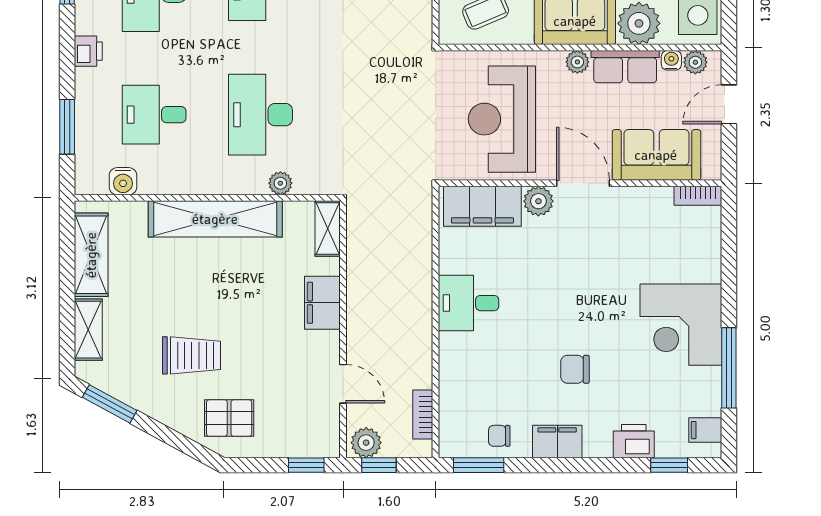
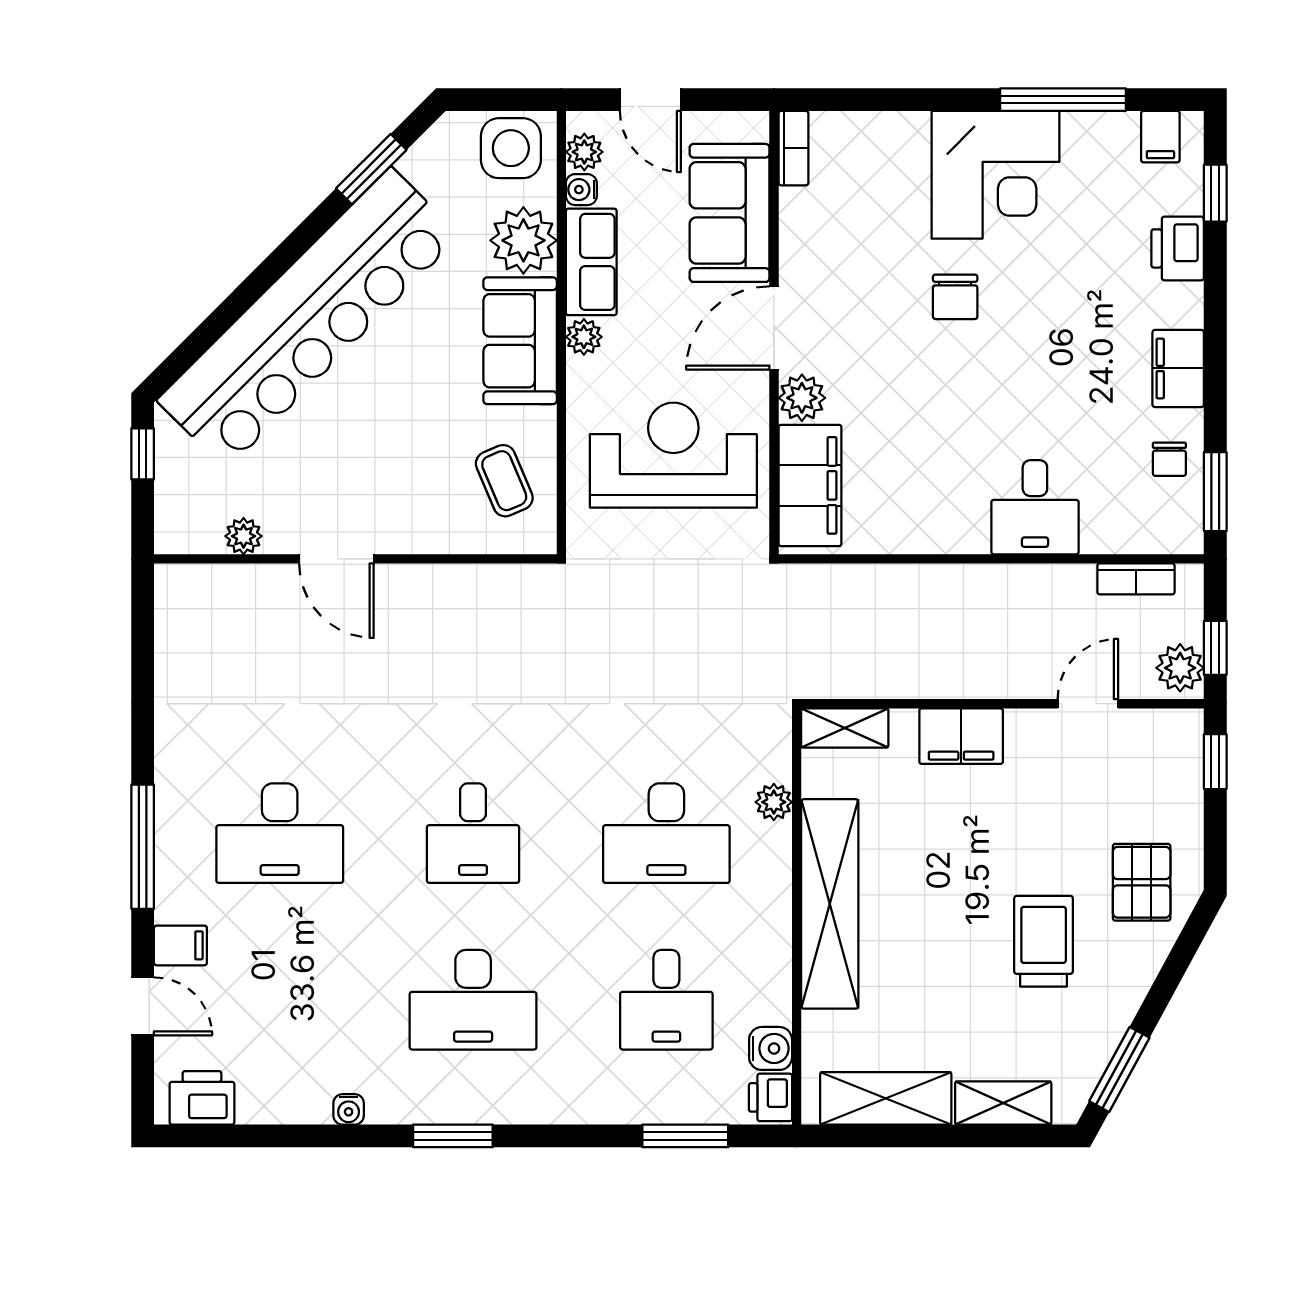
printer: (88, 51) -> (770, 1097), moved, turned -90
reception desk: (502, 119) -> (673, 455), turned 180
desk: (469, 303) -> (1035, 507), moved
chair: (575, 369) -> (955, 297), moved

